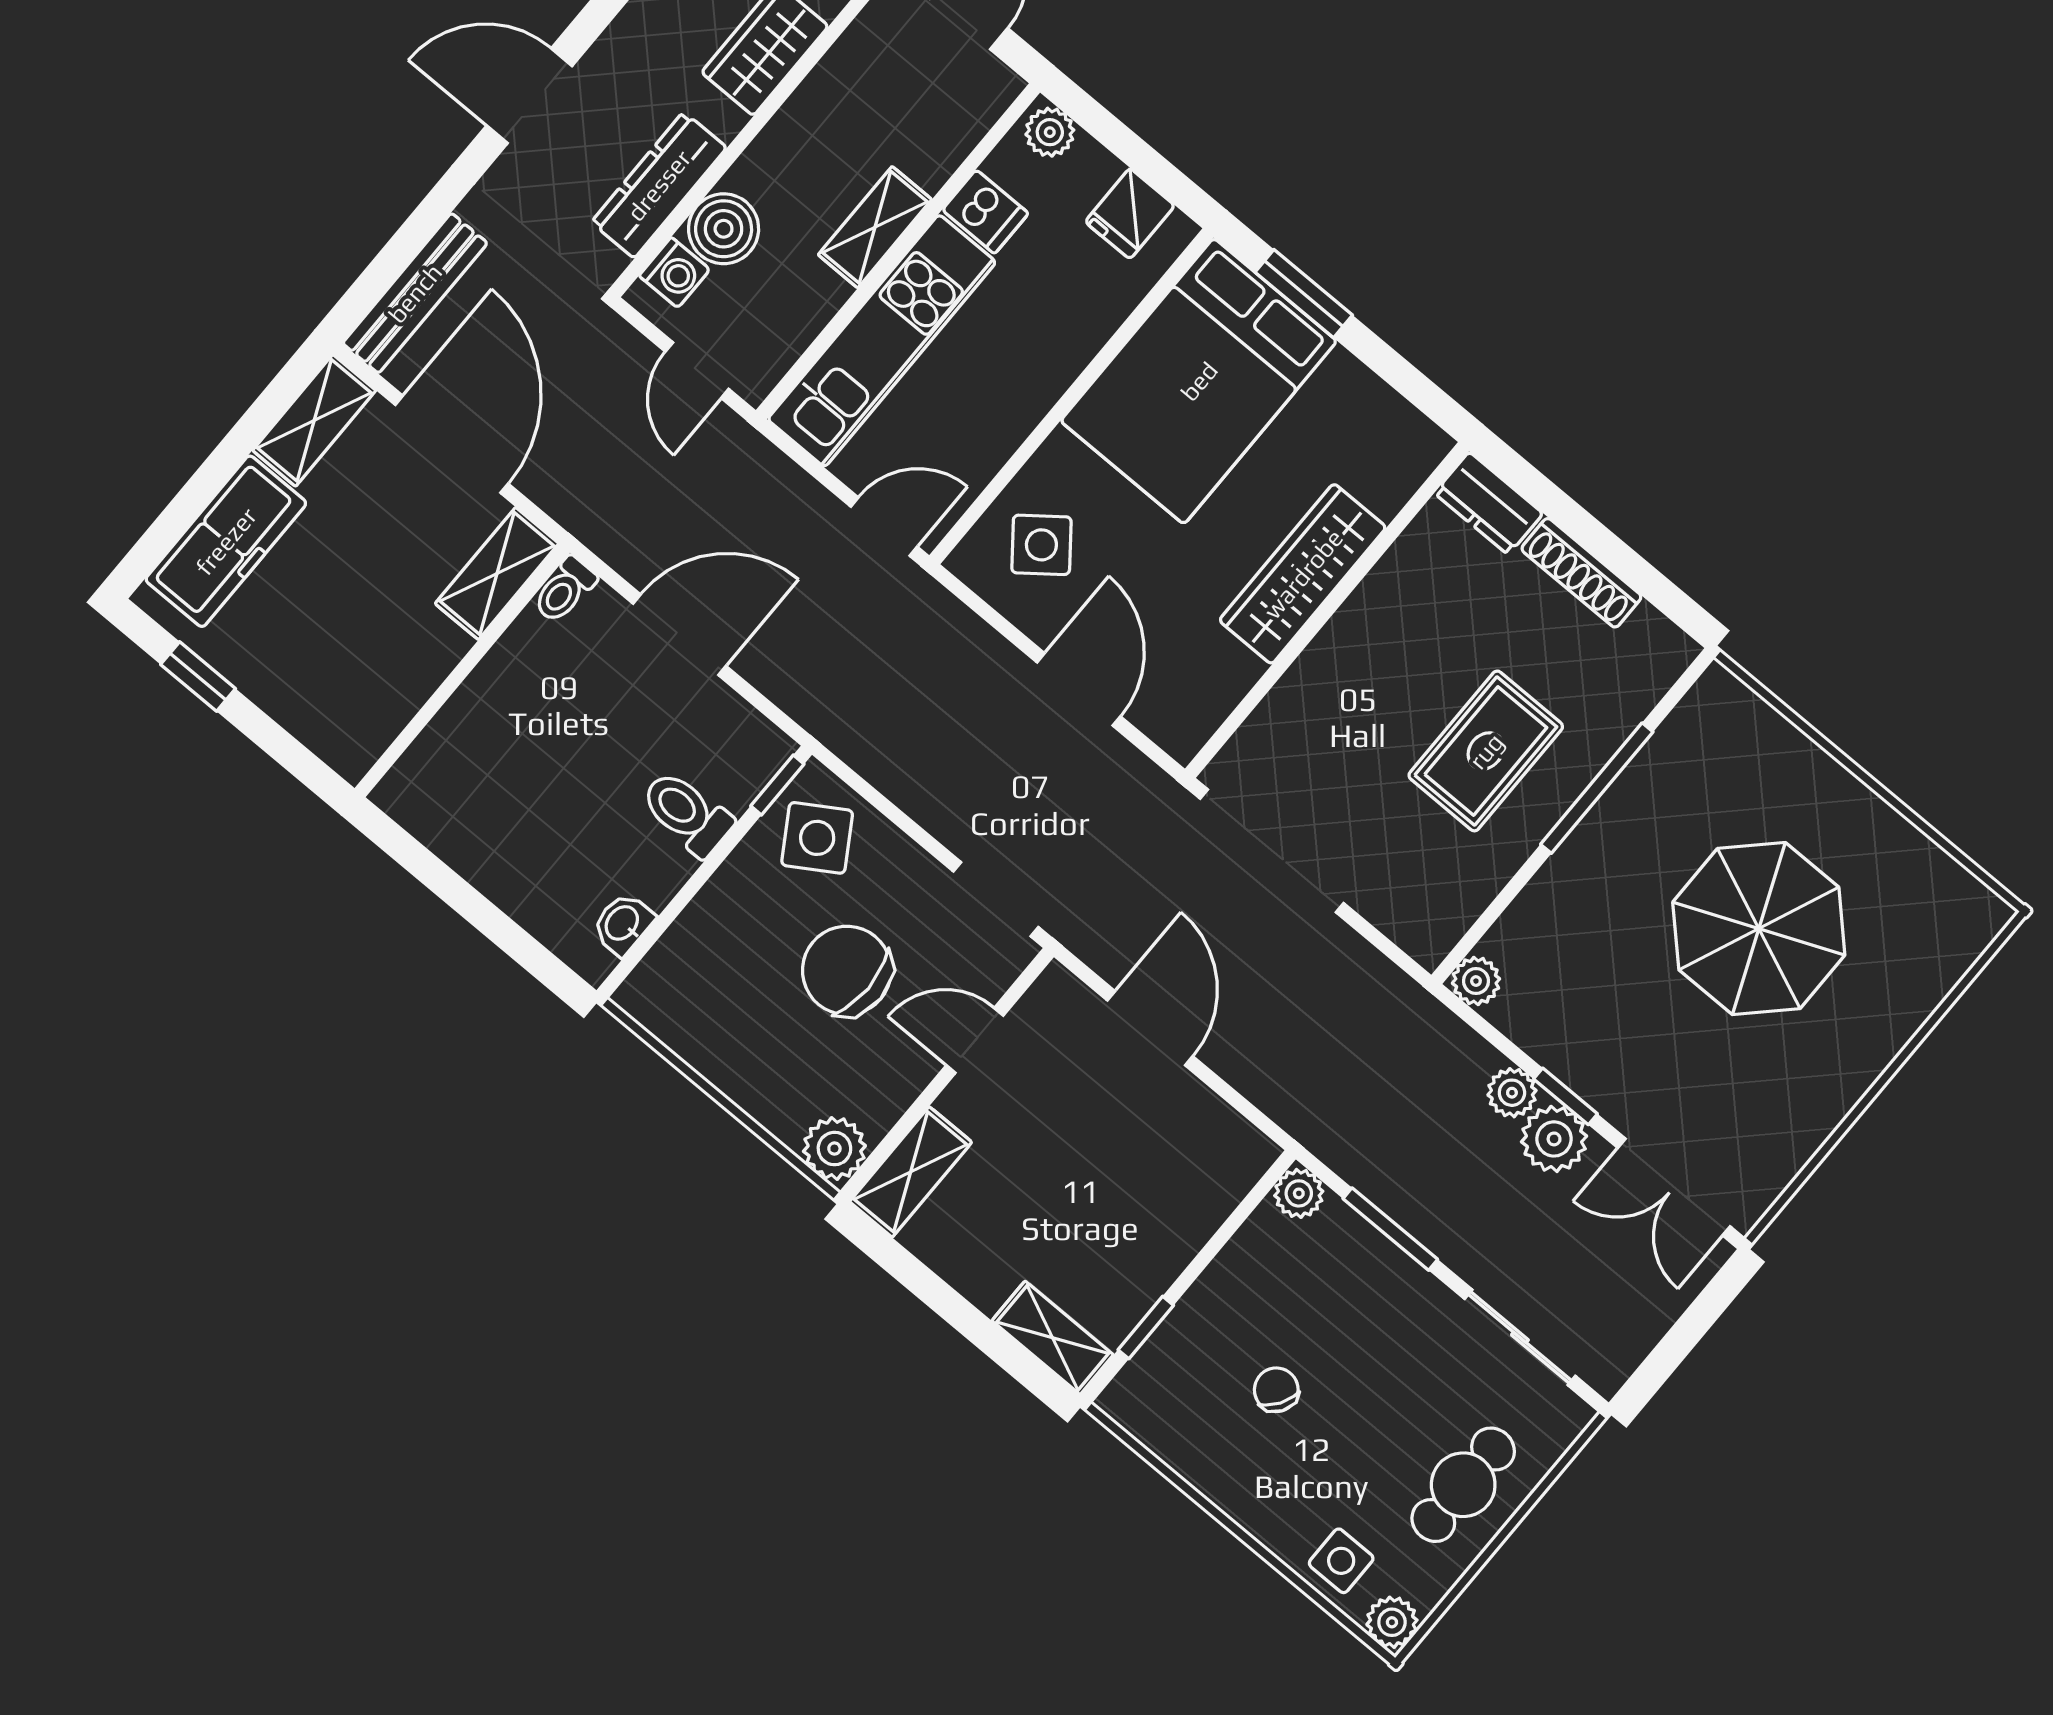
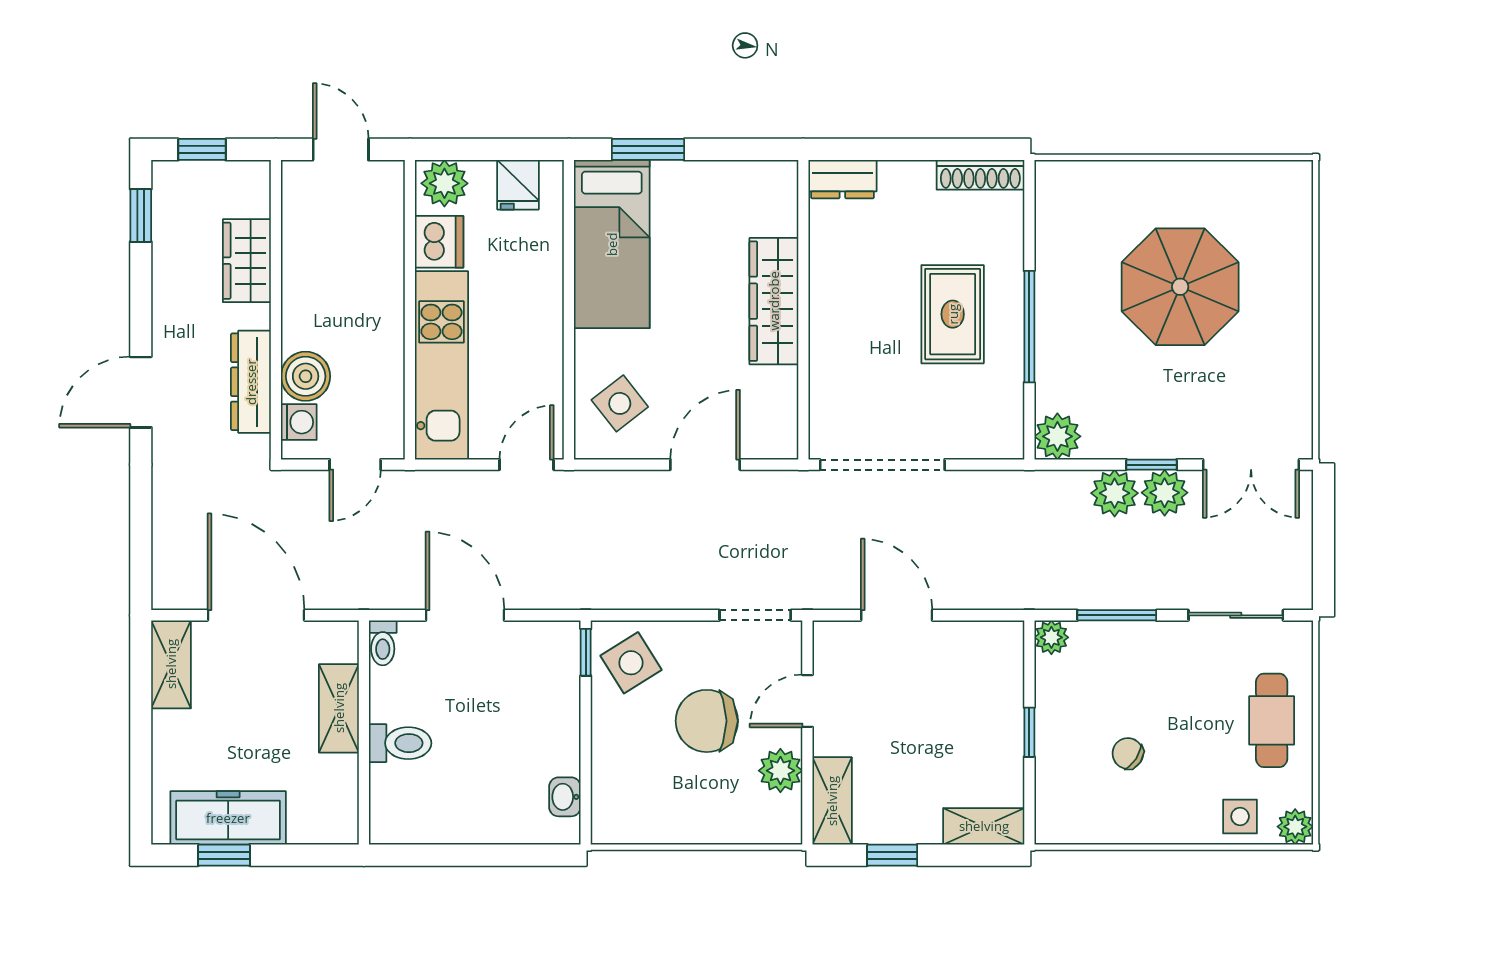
plant: (1050, 132) -> (444, 183), width x1.38, depth x1.38
dishwasher: (985, 212) -> (439, 242), width x1.38
shelving: (875, 227) -> (387, 307), removed
bench: (415, 293) -> (168, 550), removed
door: (697, 370) -> (355, 465), hinge flipped
bed: (1199, 381) -> (612, 244), width x0.67
freezer: (226, 541) -> (228, 818), moved, turned -90
shelving: (497, 573) -> (339, 708), moved
shoe rack: (1581, 573) -> (980, 175), moved
door: (680, 635) -> (465, 615), hinge flipped
door: (1079, 689) -> (705, 465), hinge flipped
window: (1597, 788) -> (1029, 327), moved
toilet: (687, 813) -> (400, 743), moved, turned 180
plant: (1476, 981) -> (1057, 436), width x1.38, depth x1.38
plant: (1512, 1093) -> (1115, 493), width x1.38, depth x1.38
plant: (834, 1149) -> (780, 771), moved
window: (927, 1286) -> (892, 855), added
window: (1146, 1328) -> (1029, 732), moved

